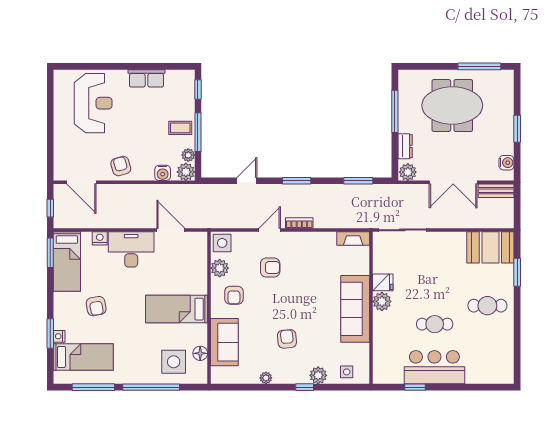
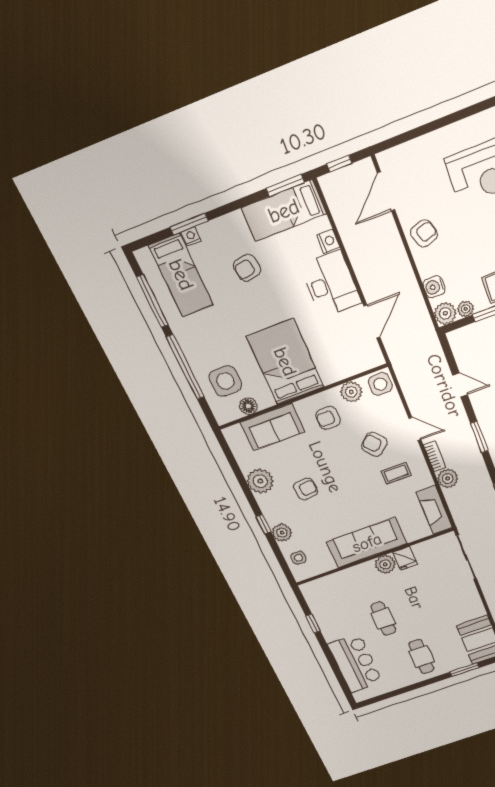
plant: (323, 219) -> (448, 479), added
fireplace: (353, 238) -> (434, 510), width x1.37, depth x1.32
coffee table: (302, 260) -> (396, 473), added
armchair: (270, 268) -> (374, 444), turned 138
bed: (177, 309) -> (285, 362), width x1.50
bar counter: (434, 367) -> (355, 663), moved
plant: (266, 378) -> (260, 481), width x1.88, depth x1.88

